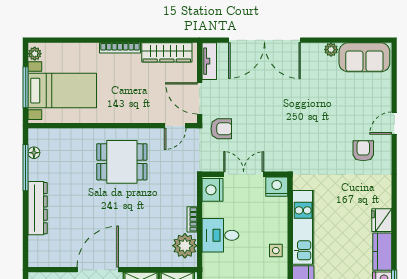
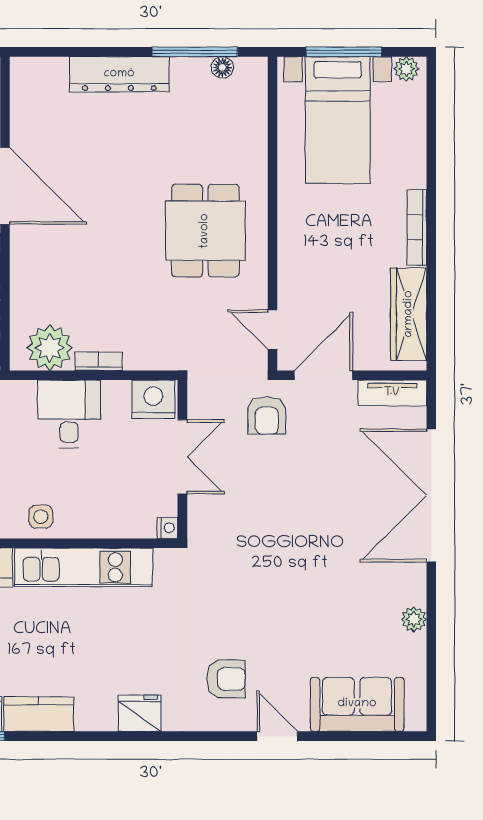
sofa: (364, 57) -> (357, 704), moved, turned 90
nightstand: (277, 187) -> (168, 528), width x0.53, depth x0.56
fridge: (382, 220) -> (140, 713), moved

